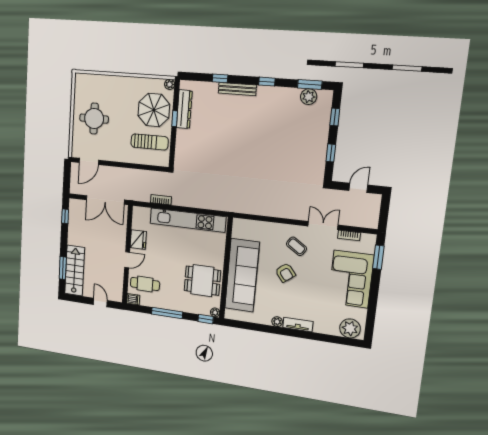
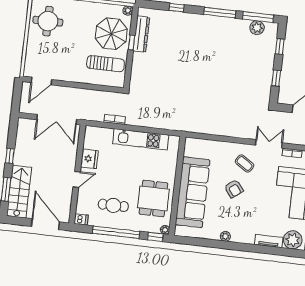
window: (267, 82) -> (220, 13), width x2.17
window: (310, 84) -> (258, 17), width x1.44
bench: (237, 89) -> (192, 18), removed
round table: (94, 119) -> (48, 21), moved
window: (65, 216) -> (10, 156), moved
kitchen unit: (188, 220) -> (141, 139), width x0.73
dining table: (202, 281) -> (153, 198), turned 90
cafe table: (145, 284) -> (113, 205), moved
door: (100, 302) -> (45, 224), width x1.88
window: (167, 313) -> (116, 232), width x1.46
tv unit: (298, 325) -> (269, 241), moved

